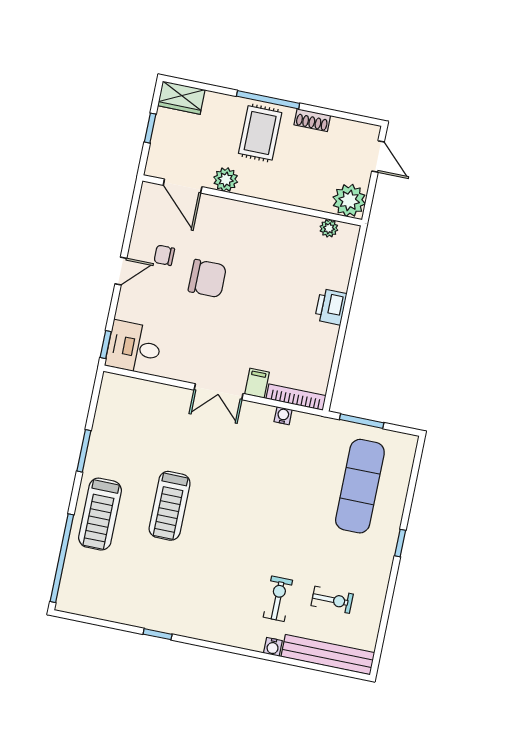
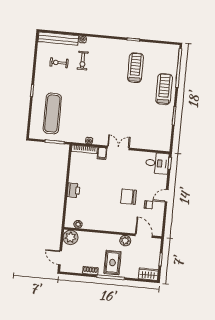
treadmill: (170, 506) -> (135, 68), moved

